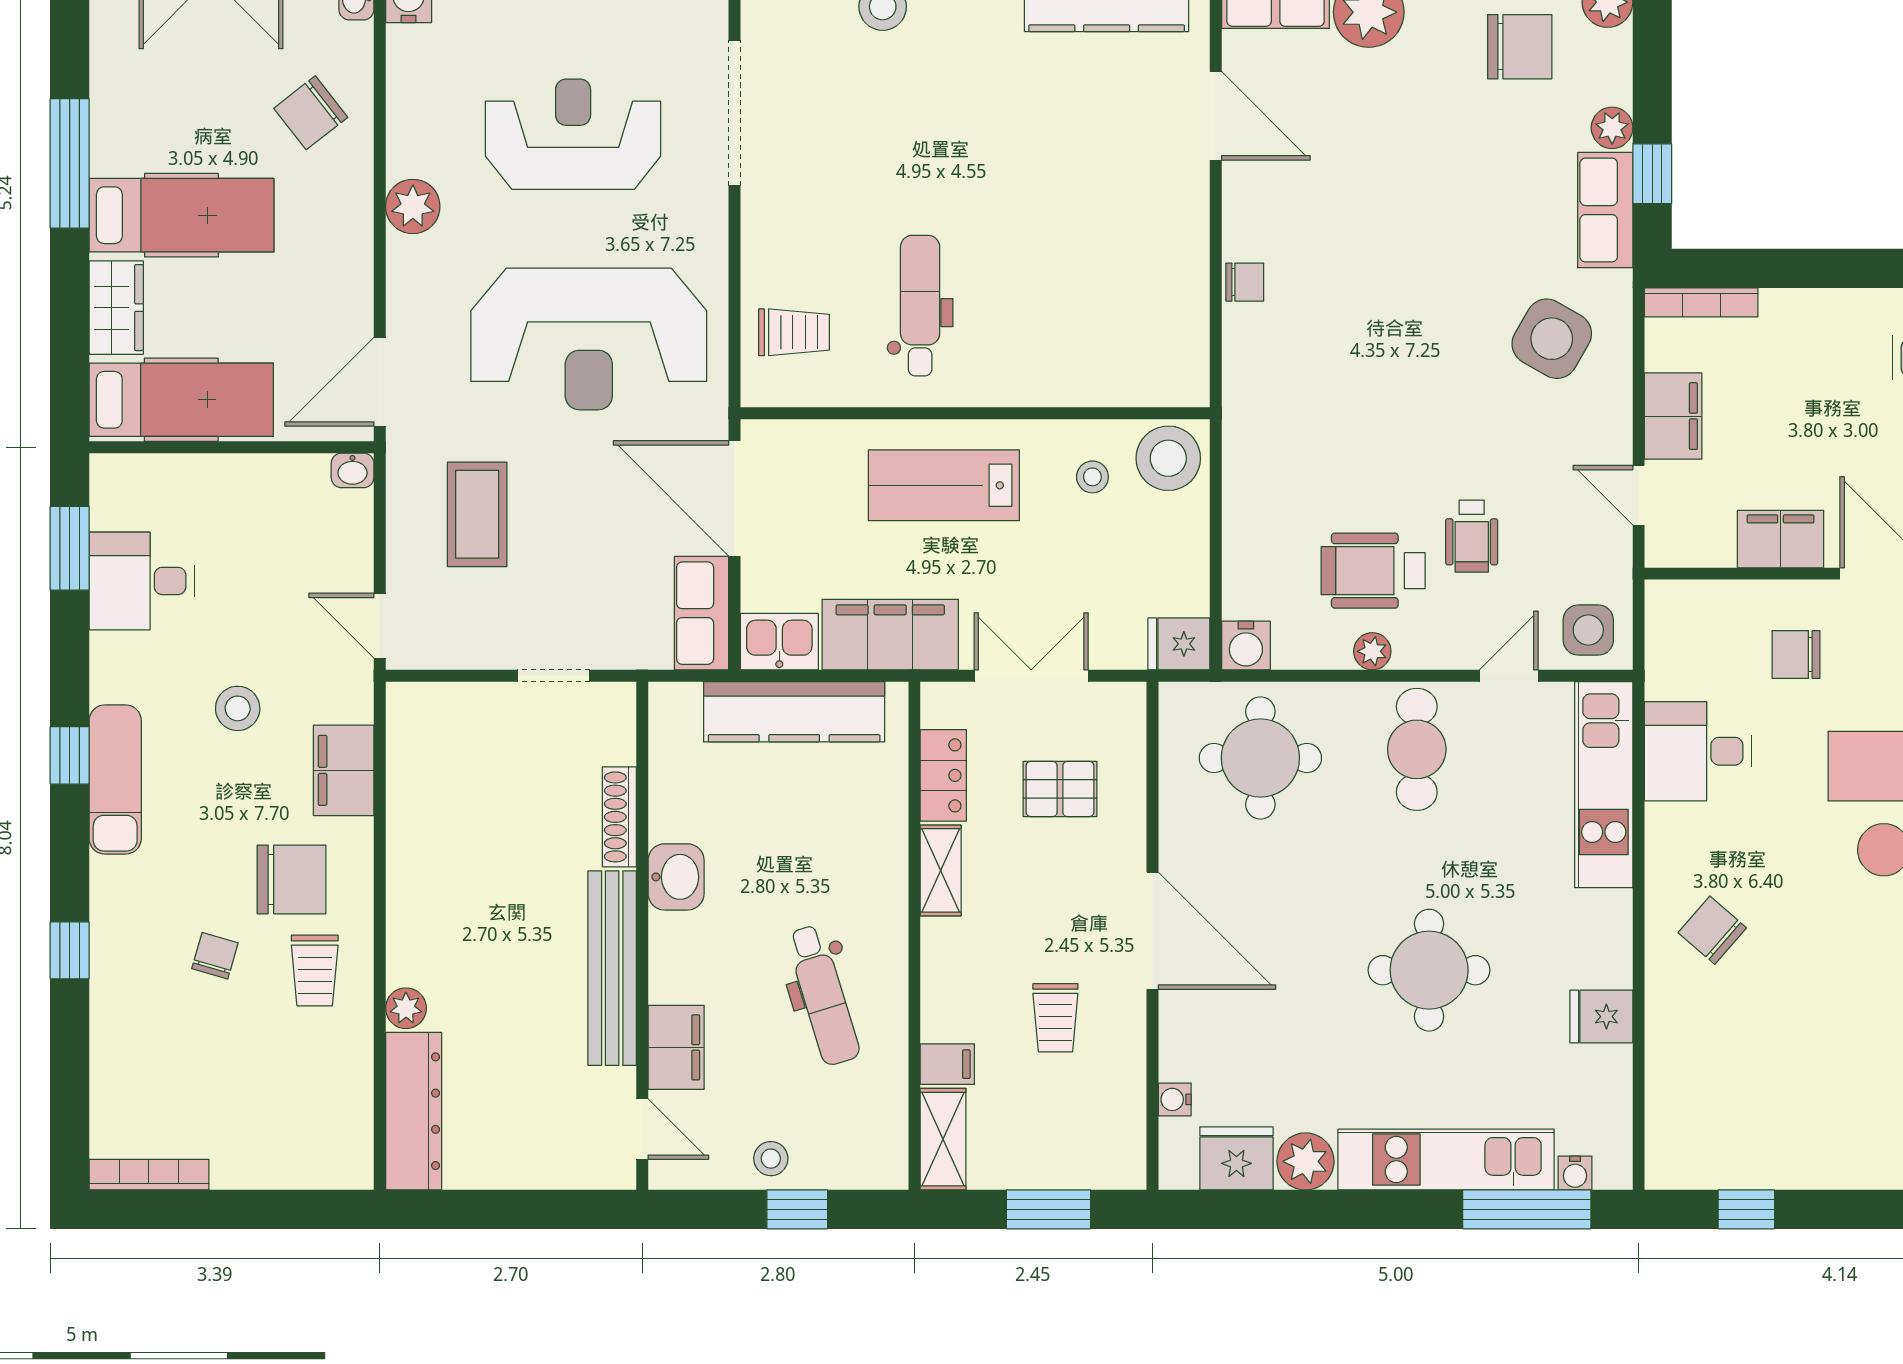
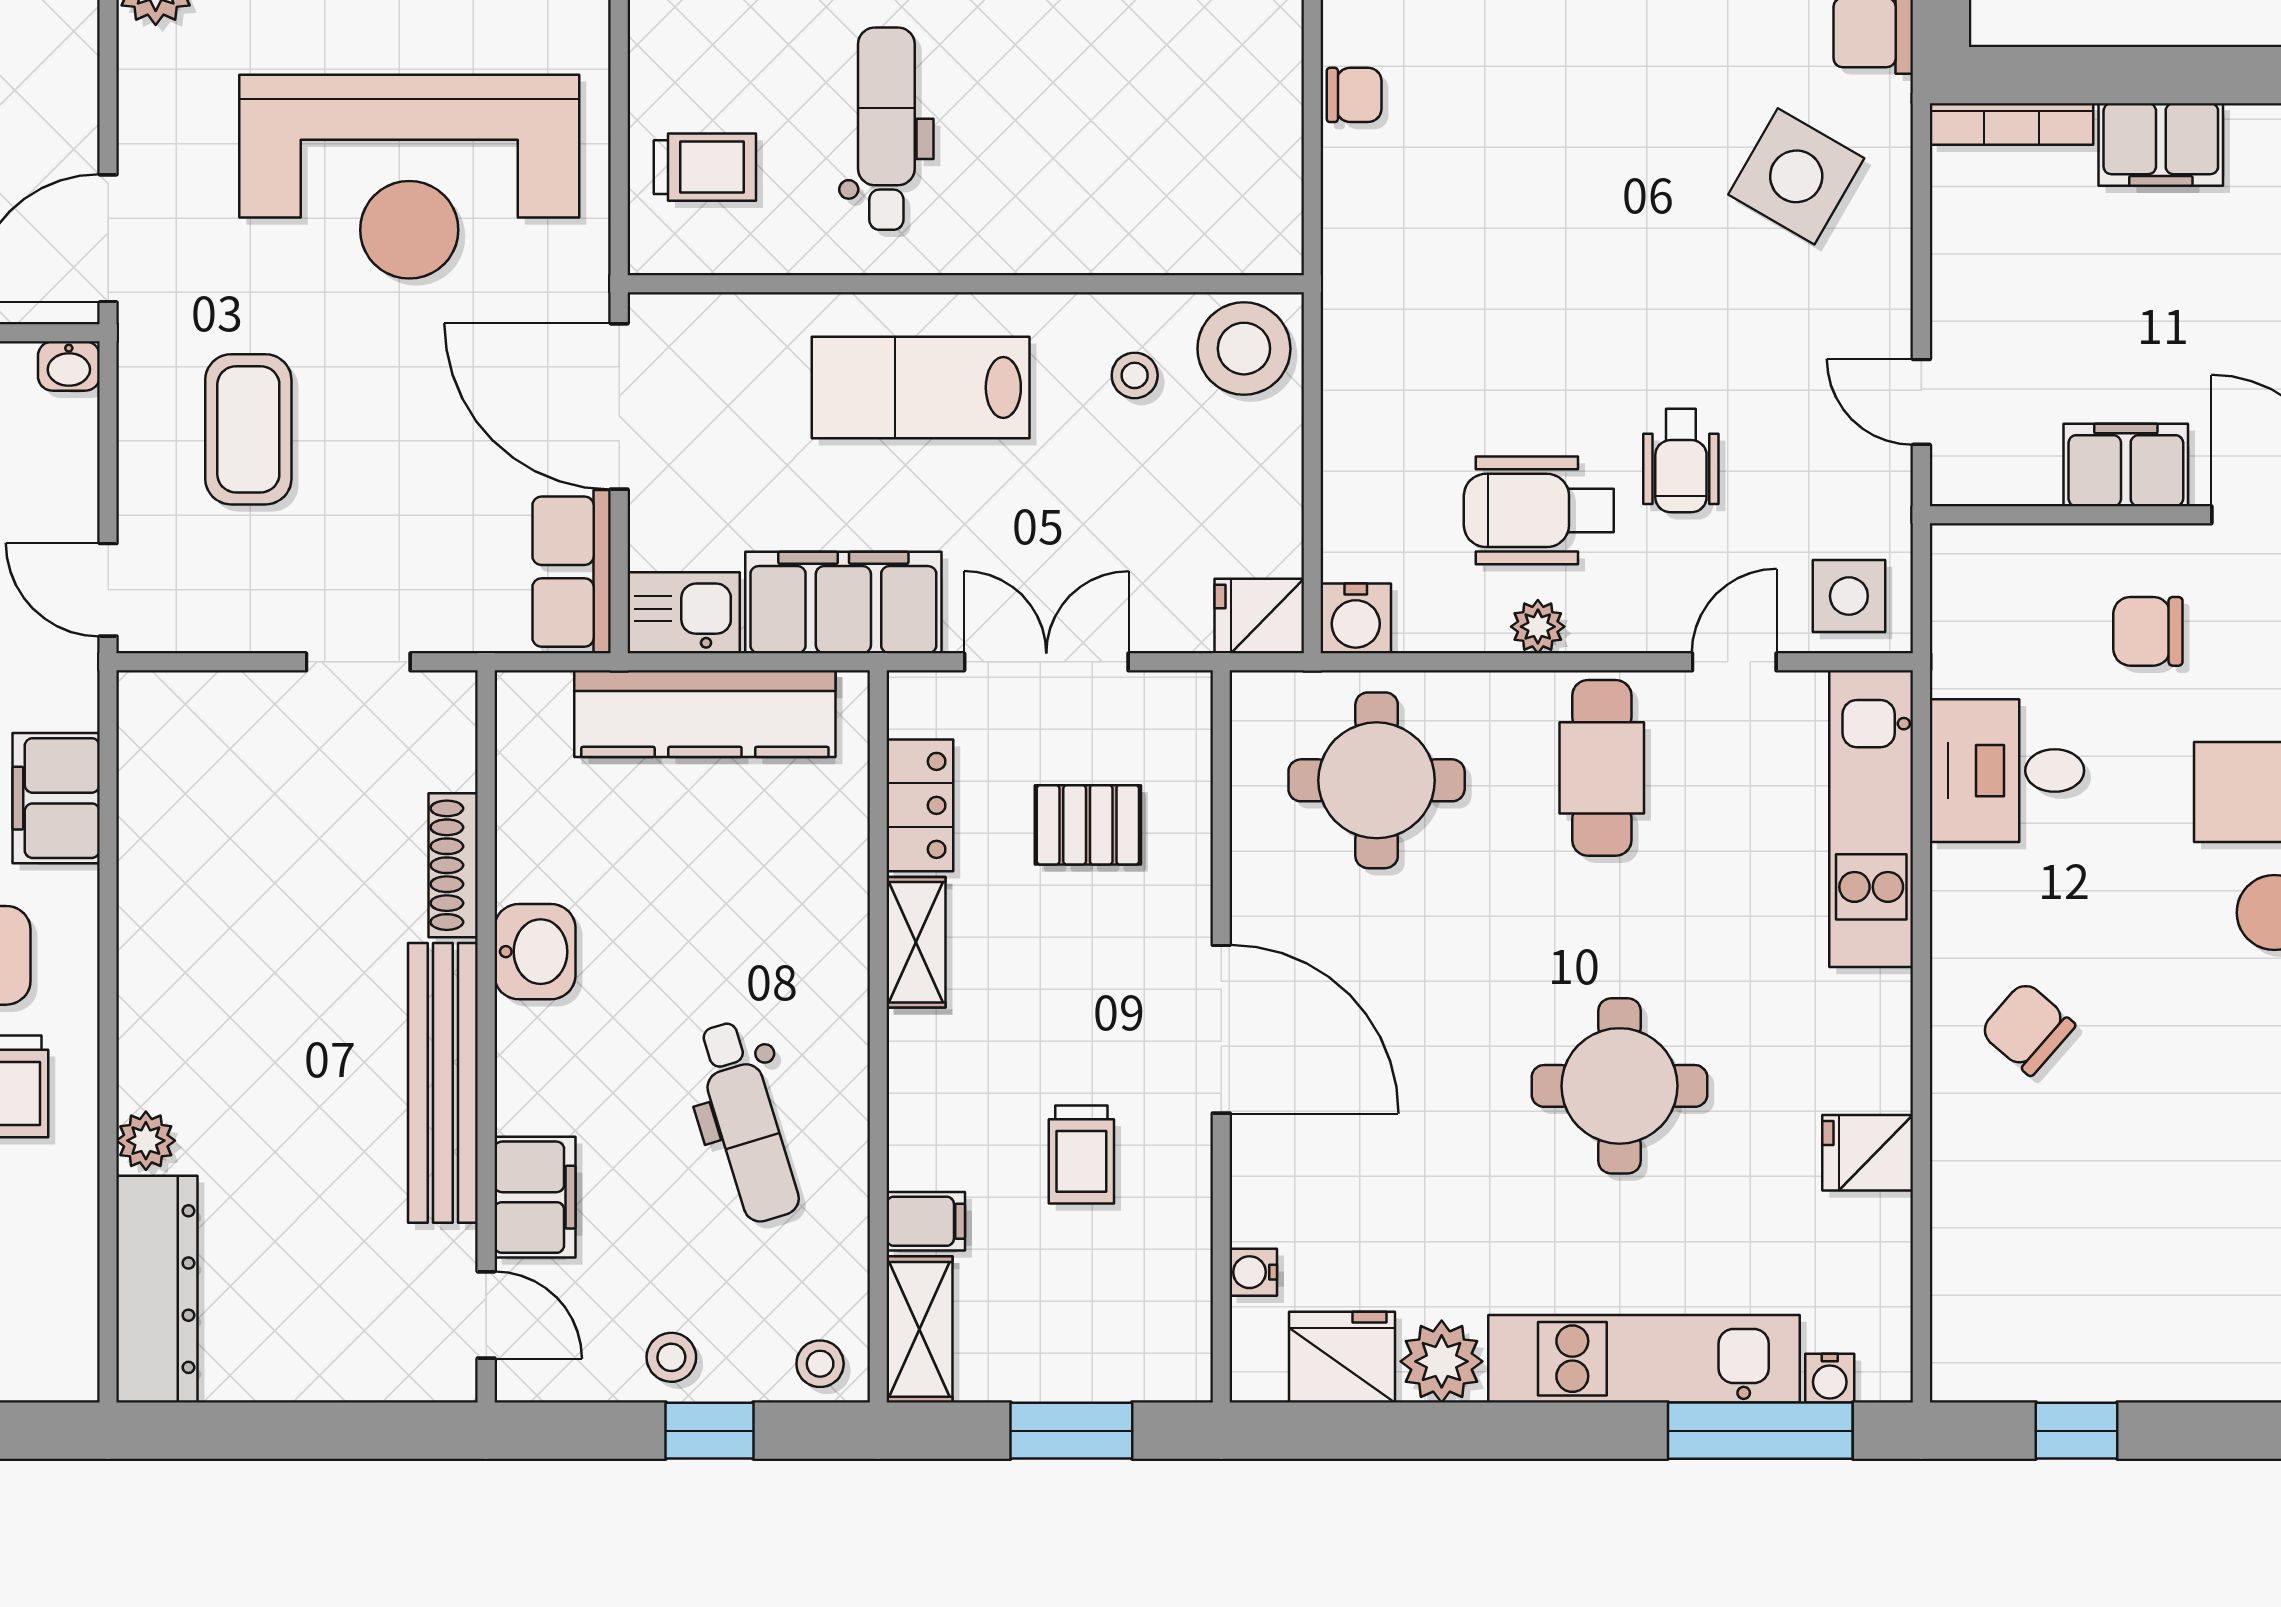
filing cabinet: (1673, 416) -> (2161, 145), moved, turned 90
stool: (874, 1163) -> (820, 1364), added

